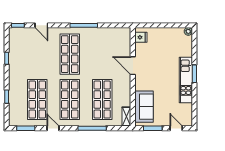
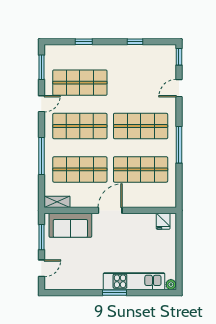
shop shelf: (102, 54) -> (141, 169), added
door: (133, 66) -> (110, 210), moved
kitchen unit: (186, 80) -> (134, 281), moved

